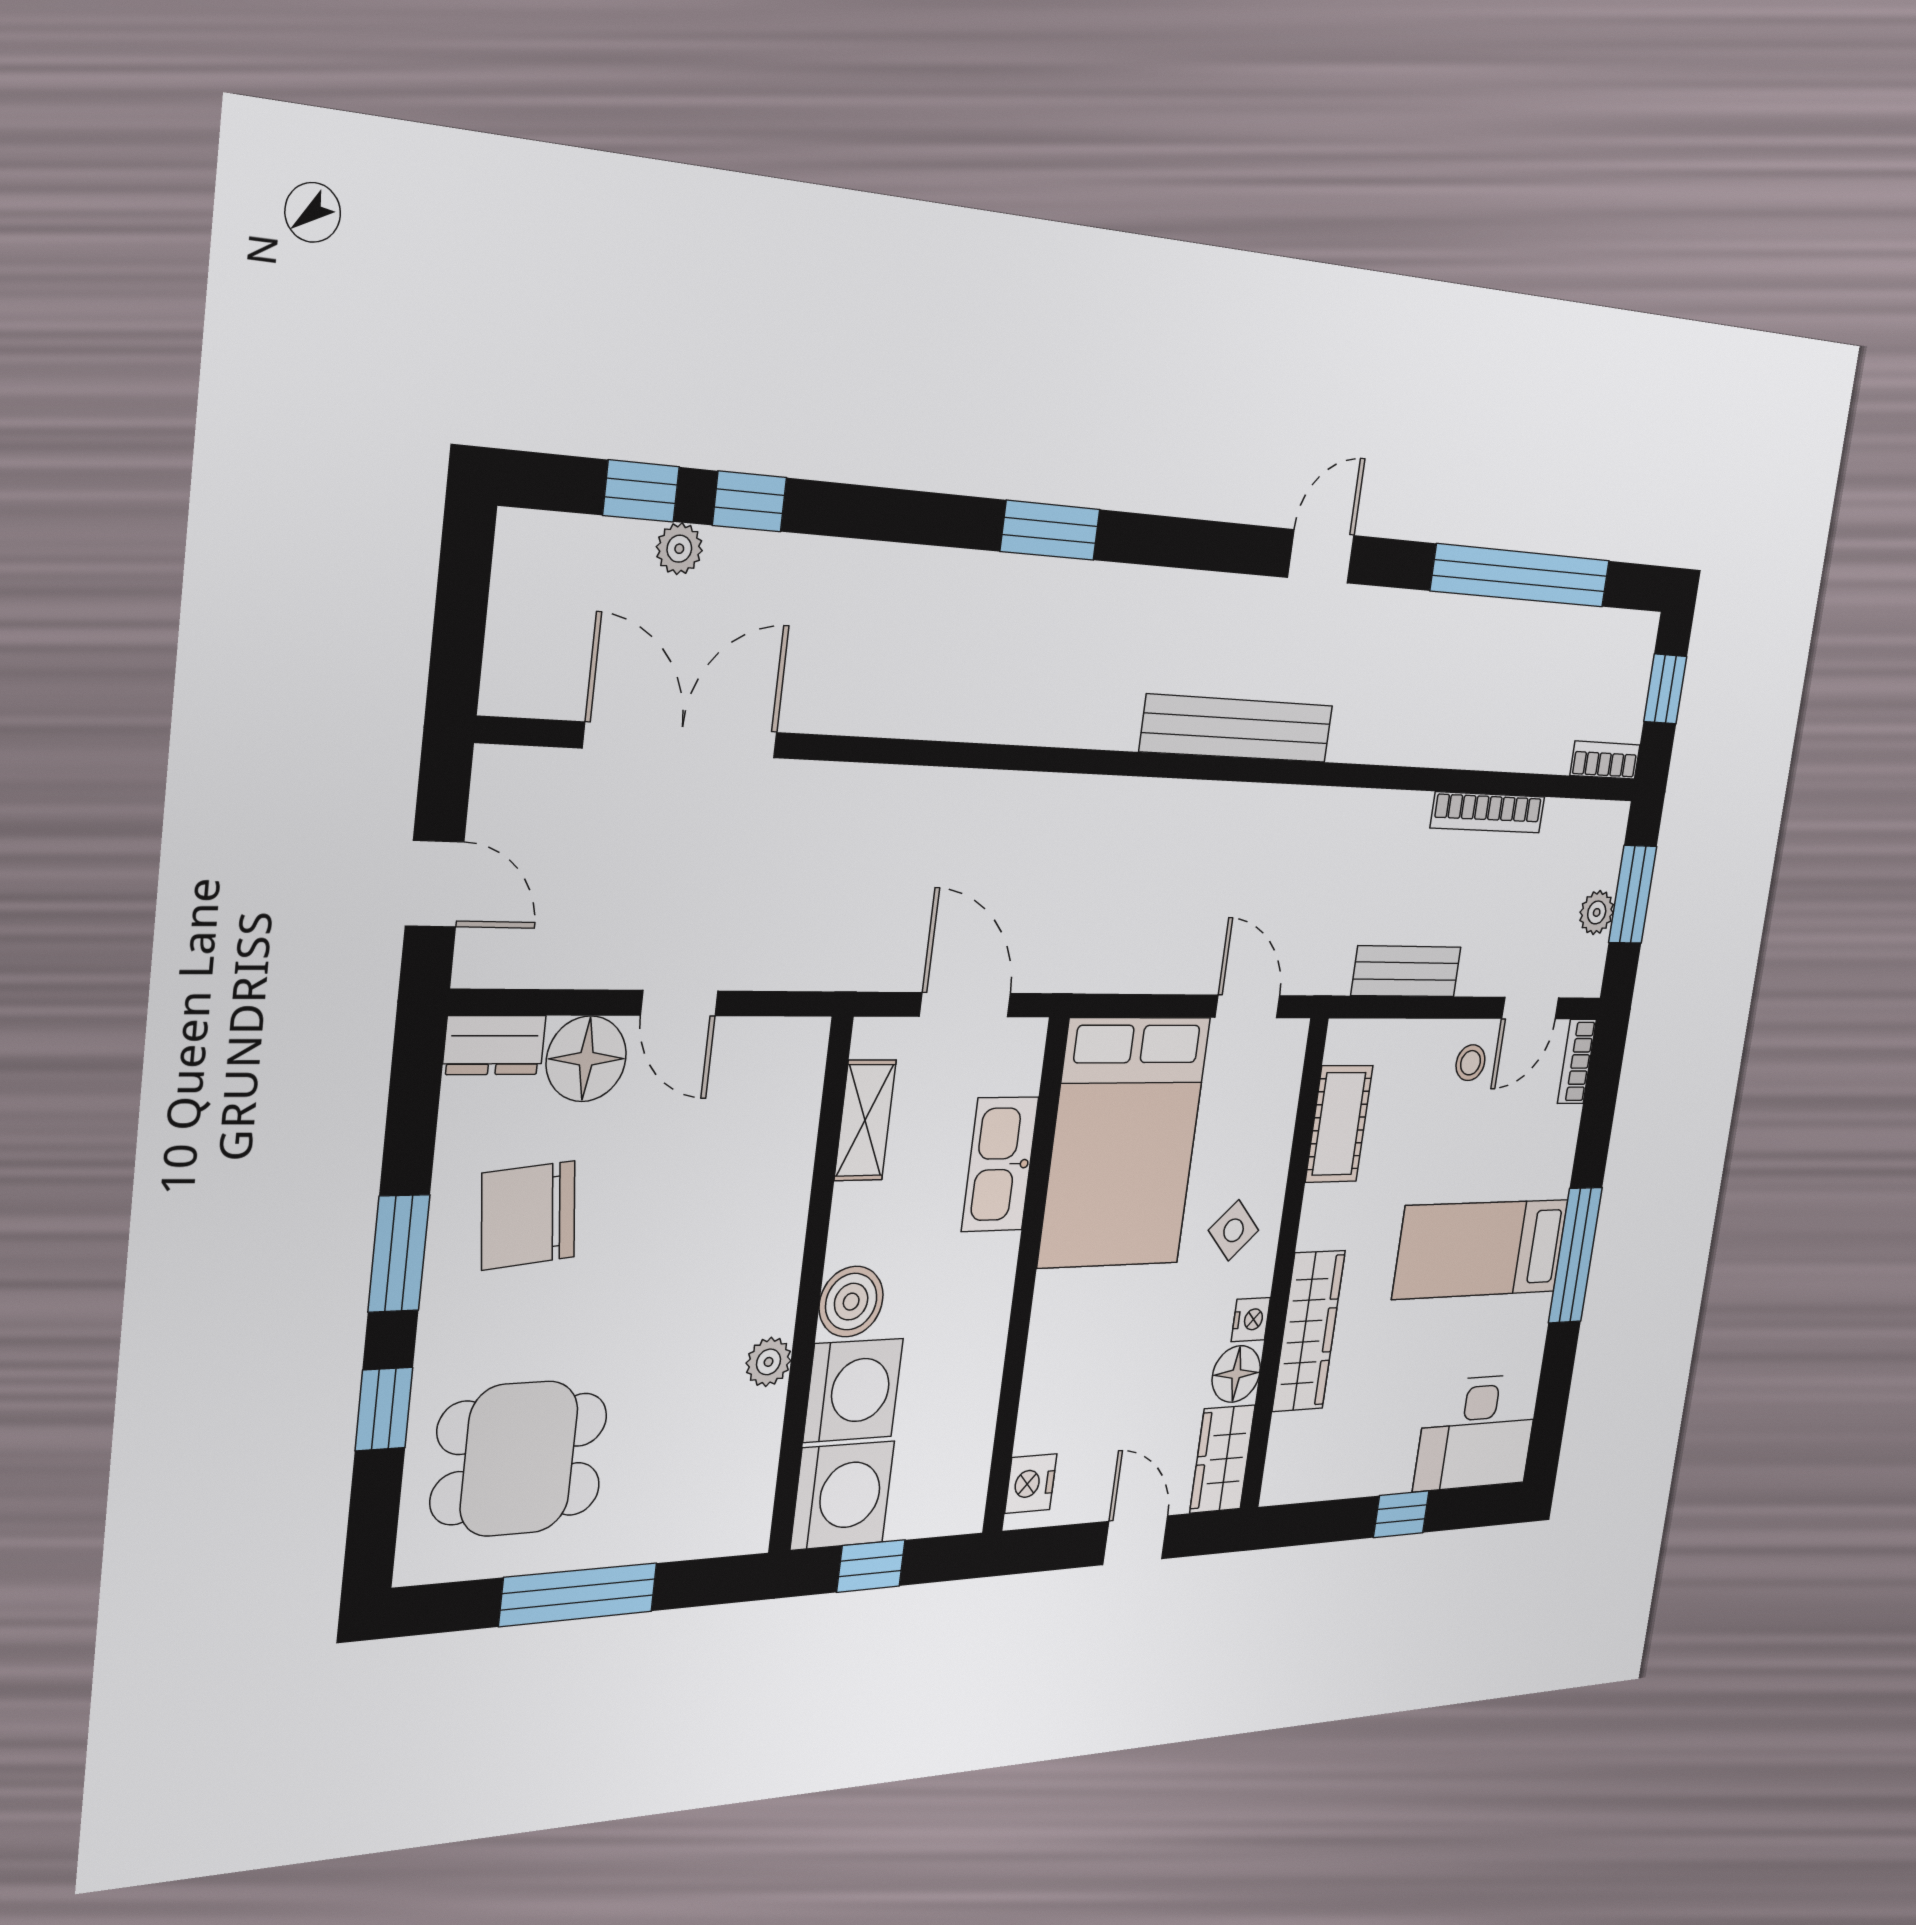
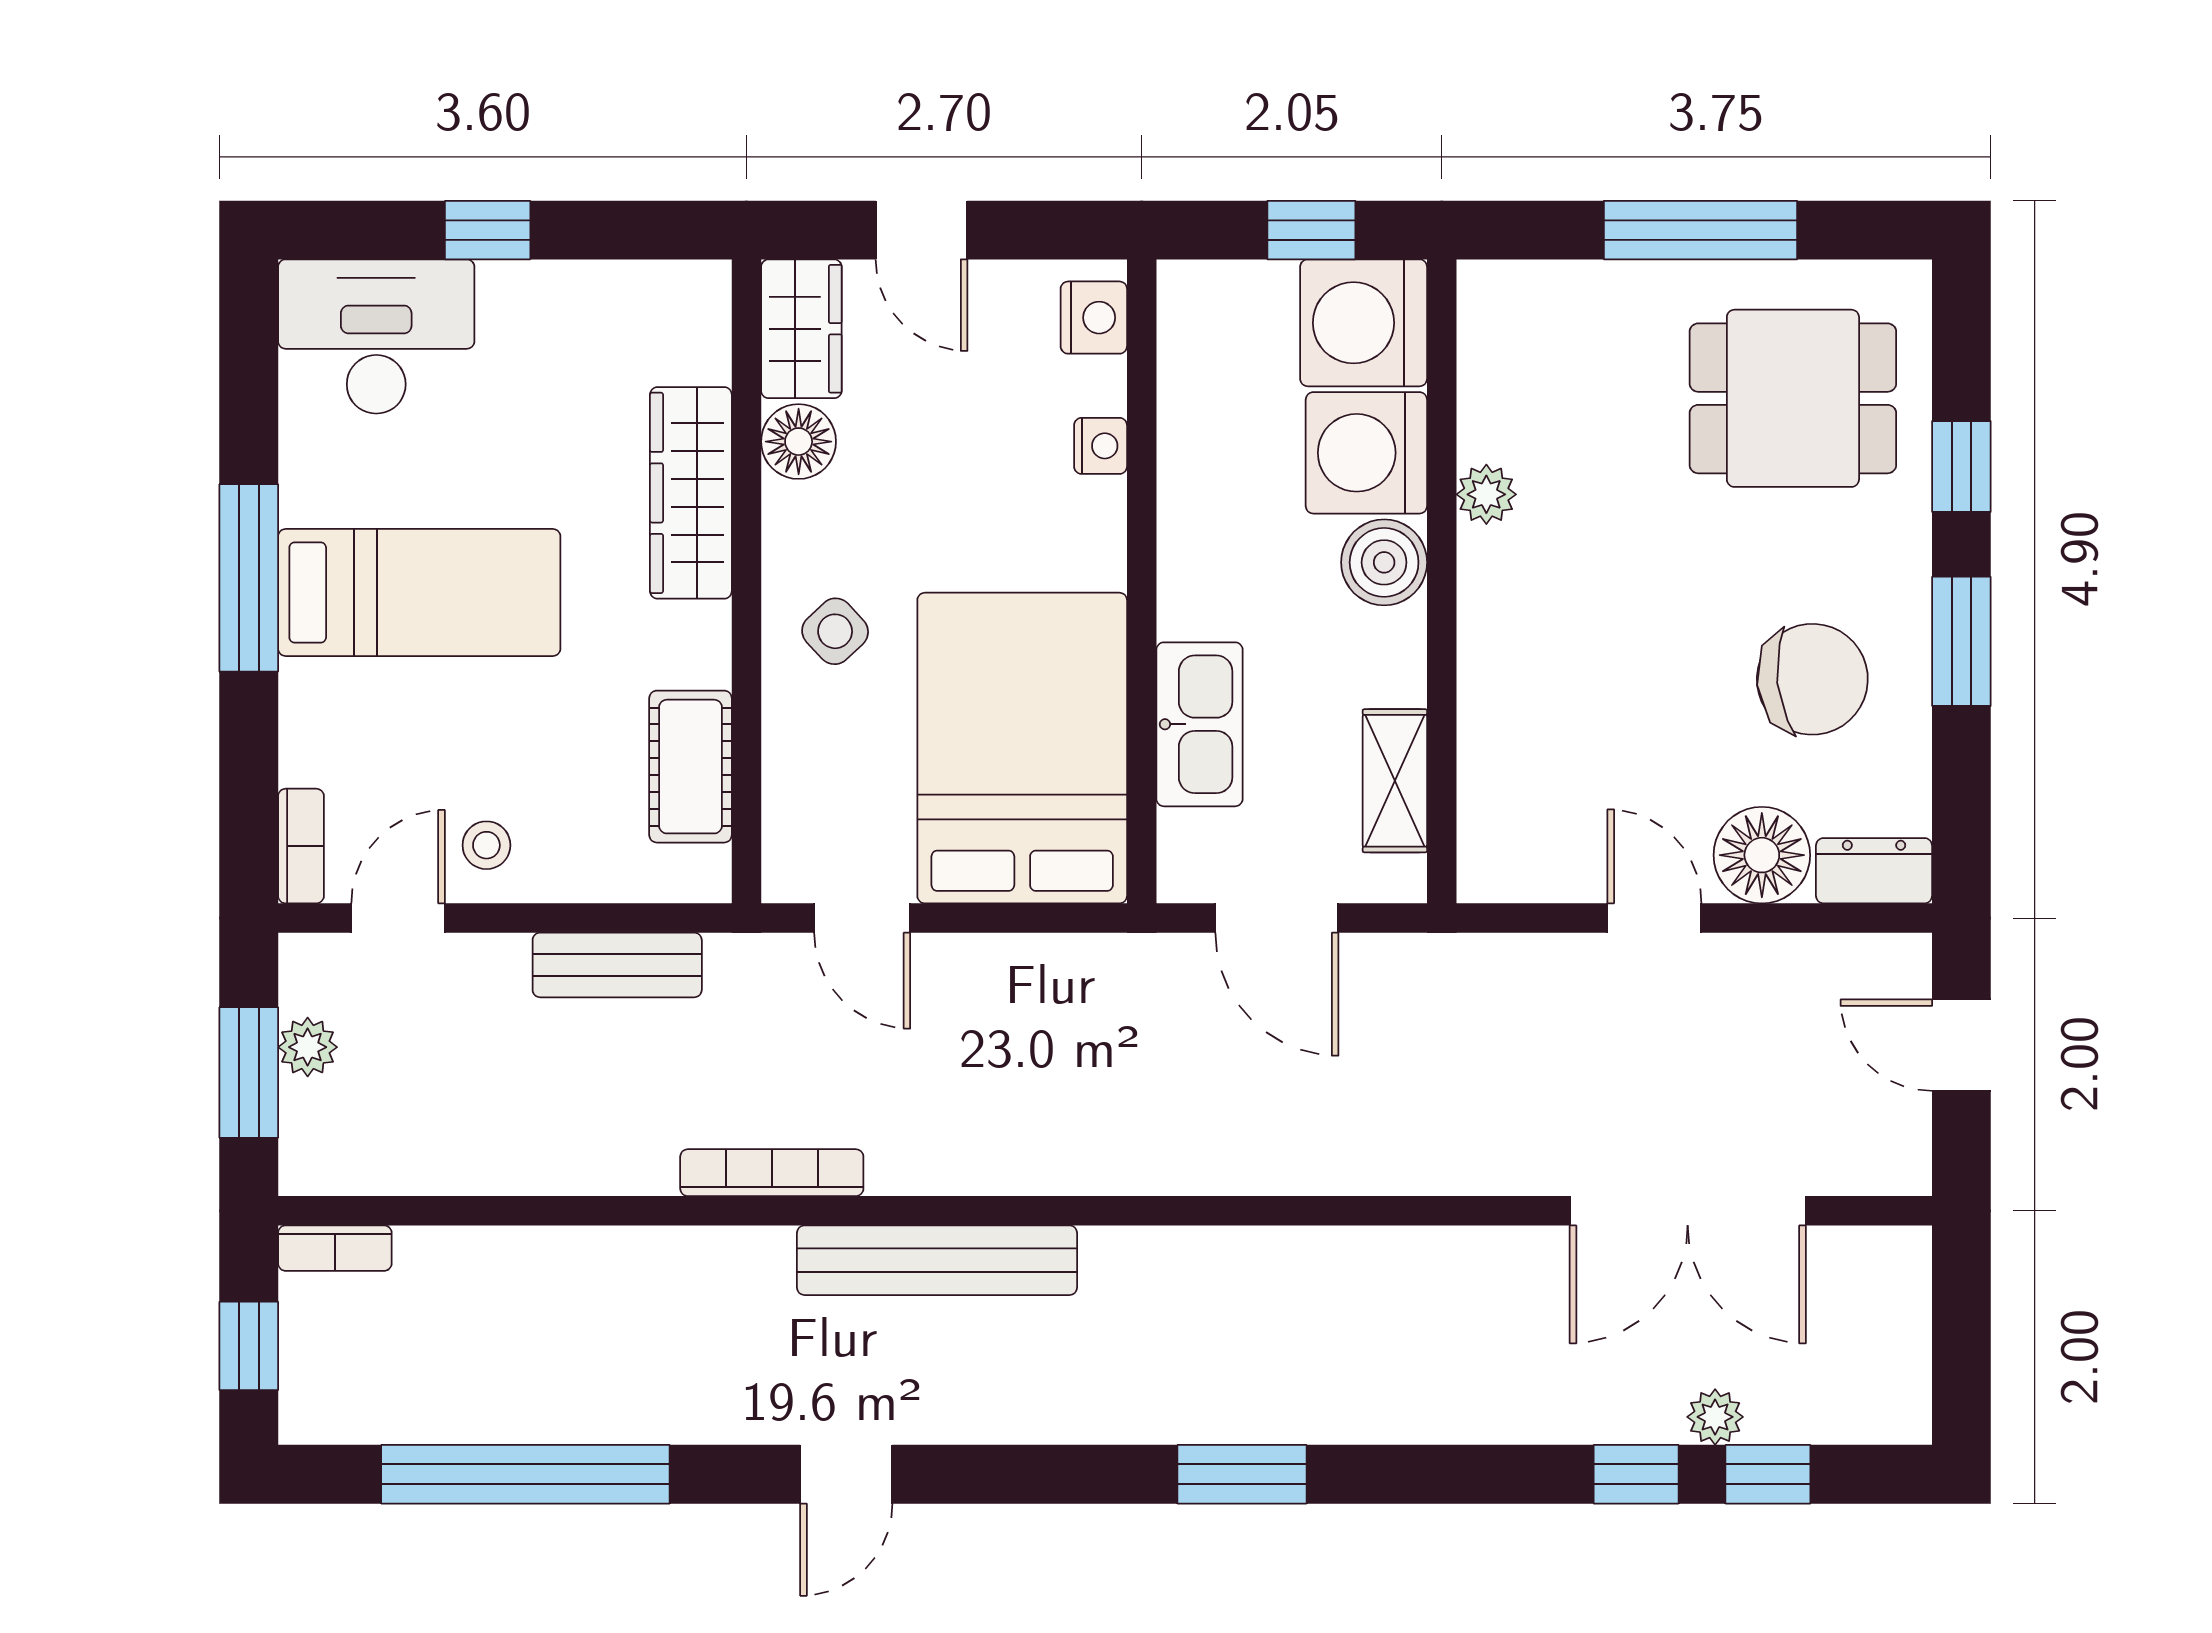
bookcase: (1488, 812) -> (772, 1173), moved
nightstand: (1251, 1319) -> (1101, 446), moved, turned 180

